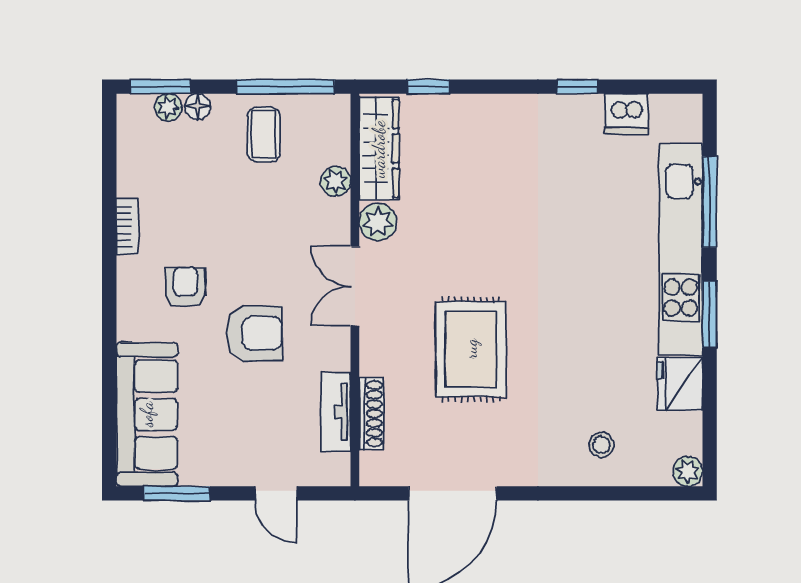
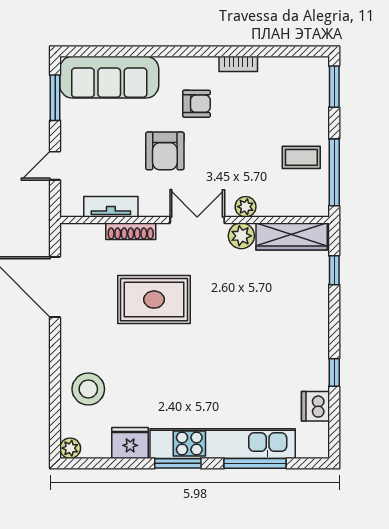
plant: (168, 107) -> (320, 92), removed
floor lamp: (198, 107) -> (320, 112), removed
plant: (336, 181) -> (246, 207), moved
shoe rack: (371, 414) -> (131, 231), moved
stool: (601, 445) -> (88, 389), width x1.89, depth x1.89

